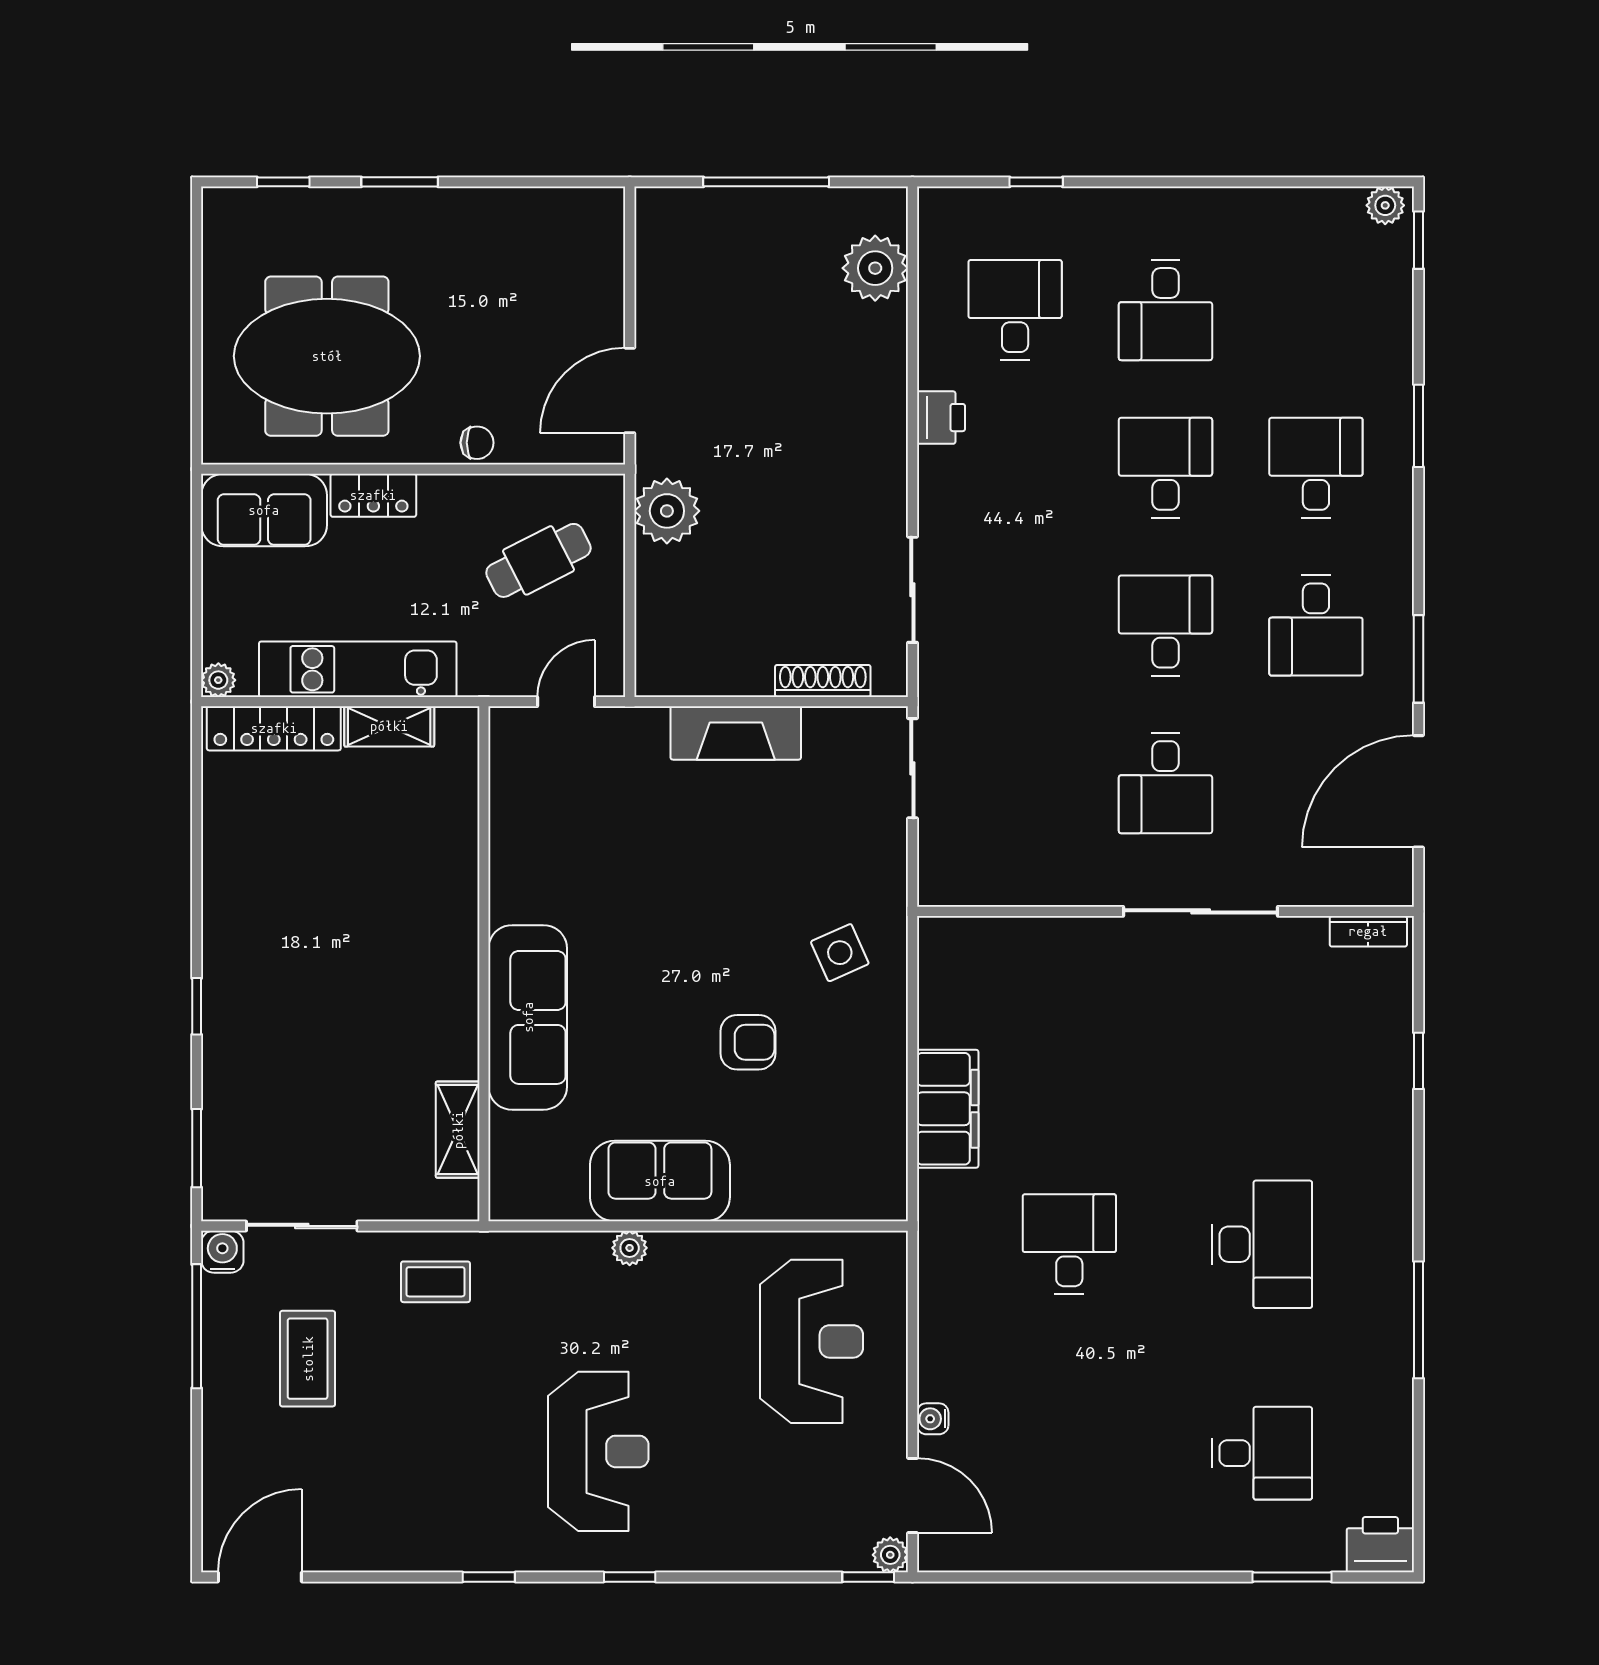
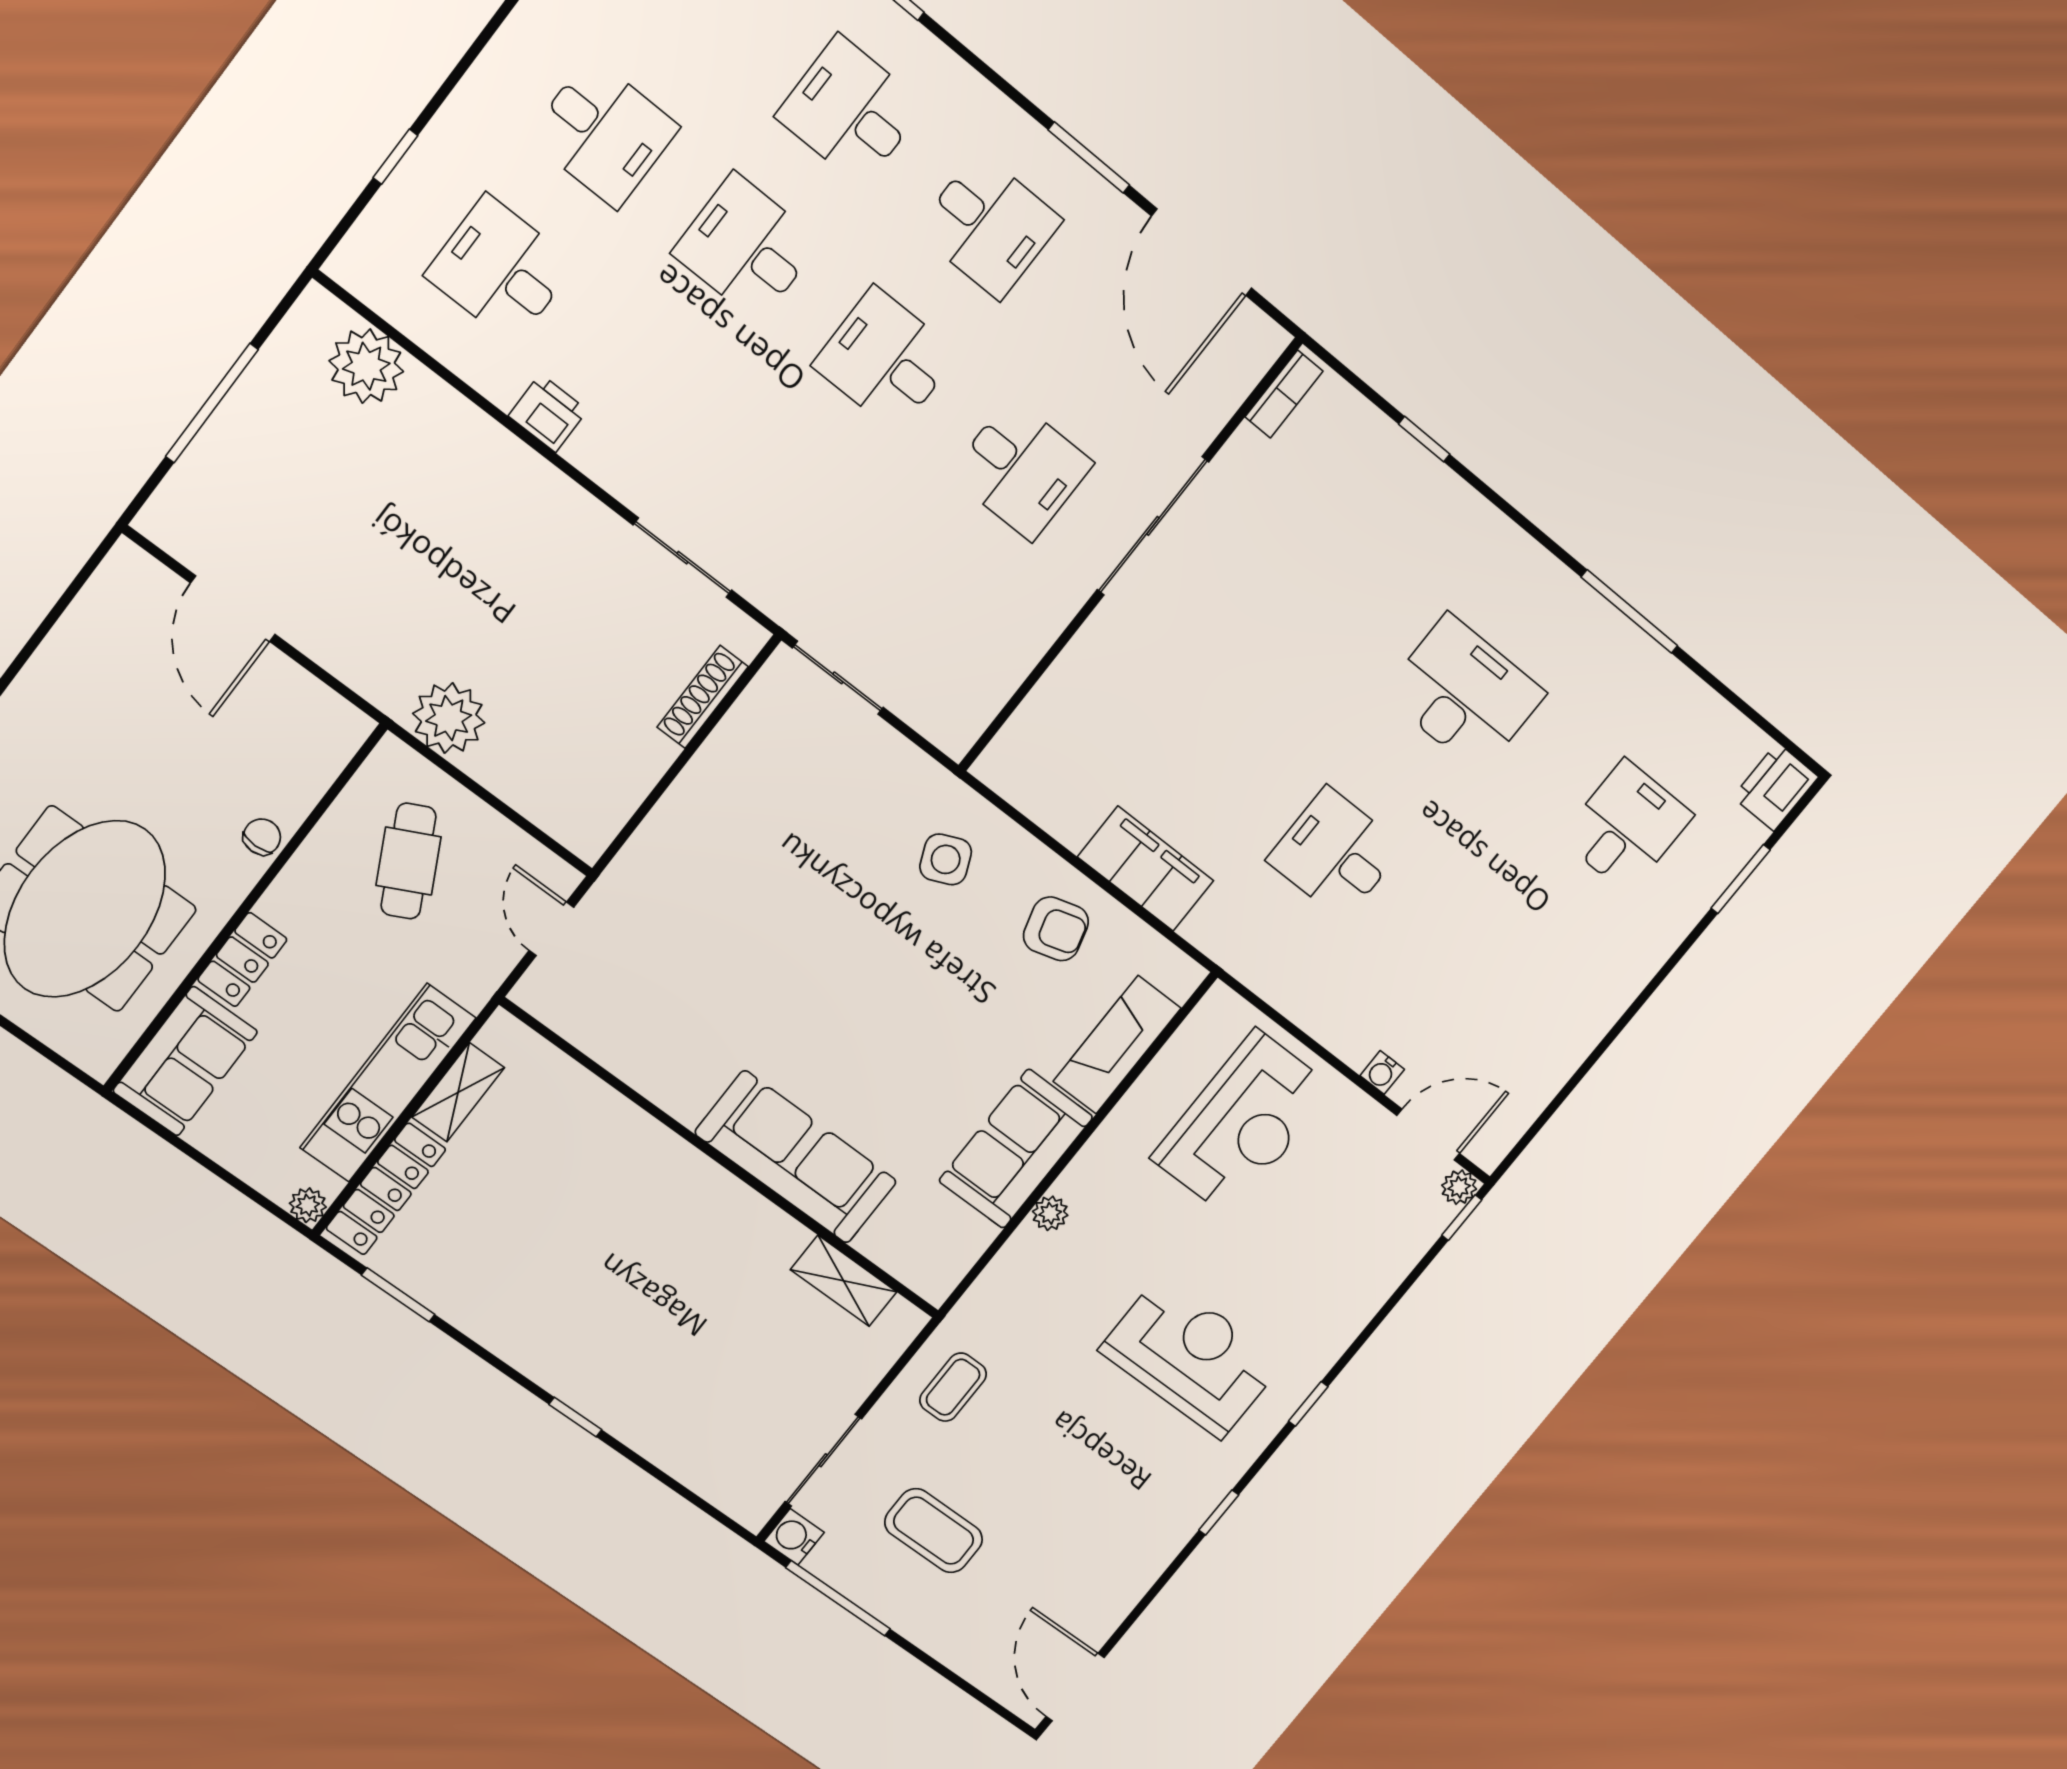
door: (630, 390) -> (233, 609), moved
fireplace: (736, 733) -> (1117, 1045), moved, turned 180
armchair: (748, 1042) -> (1056, 929), moved, turned 74
window: (197, 1148) -> (398, 1295), moved
reception desk: (811, 1341) -> (1242, 1123), turned 90

